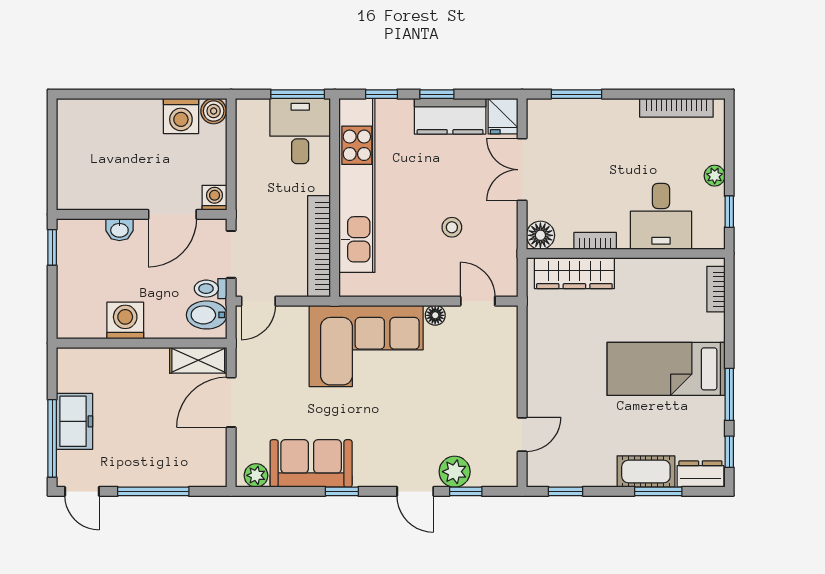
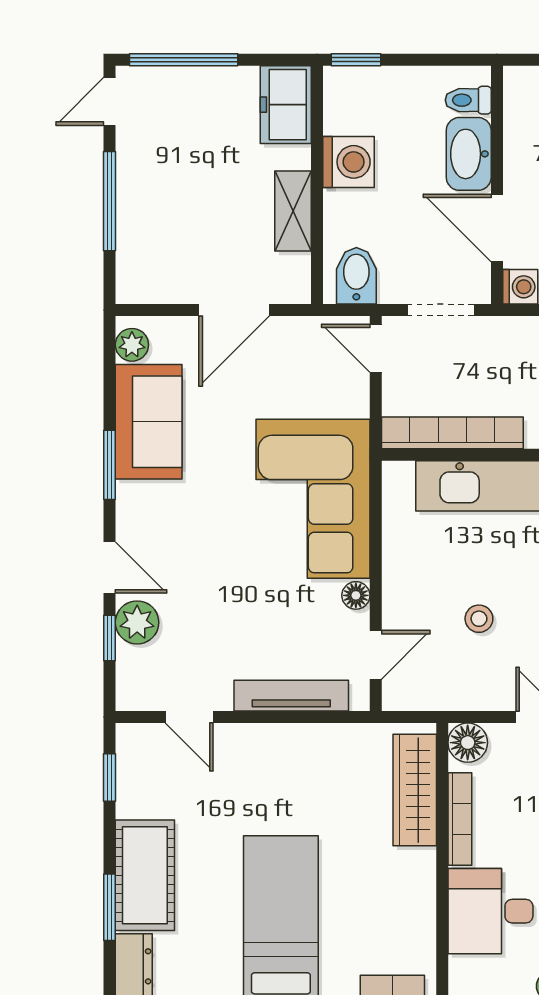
washbasin: (119, 230) -> (469, 154), width x1.91, depth x1.45
bookcase: (595, 241) -> (460, 819), width x1.56
window: (52, 247) -> (356, 60), moved
toilet: (211, 289) -> (468, 100), moved, turned -90
shelving: (198, 360) -> (293, 211), moved
tv unit: (507, 361) -> (291, 696), added
door: (231, 402) -> (234, 310), swing flipped
freezer: (74, 421) -> (286, 105), moved, turned 90
cot: (646, 471) -> (145, 875), width x1.37, depth x1.34
window: (342, 491) -> (110, 465), width x1.50
door: (415, 491) -> (110, 567), swing flipped

